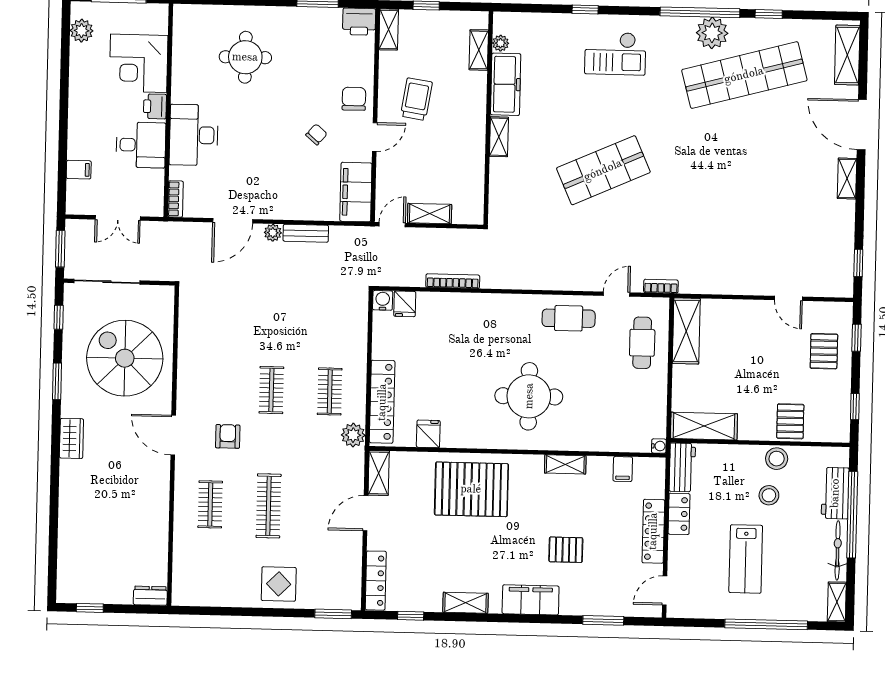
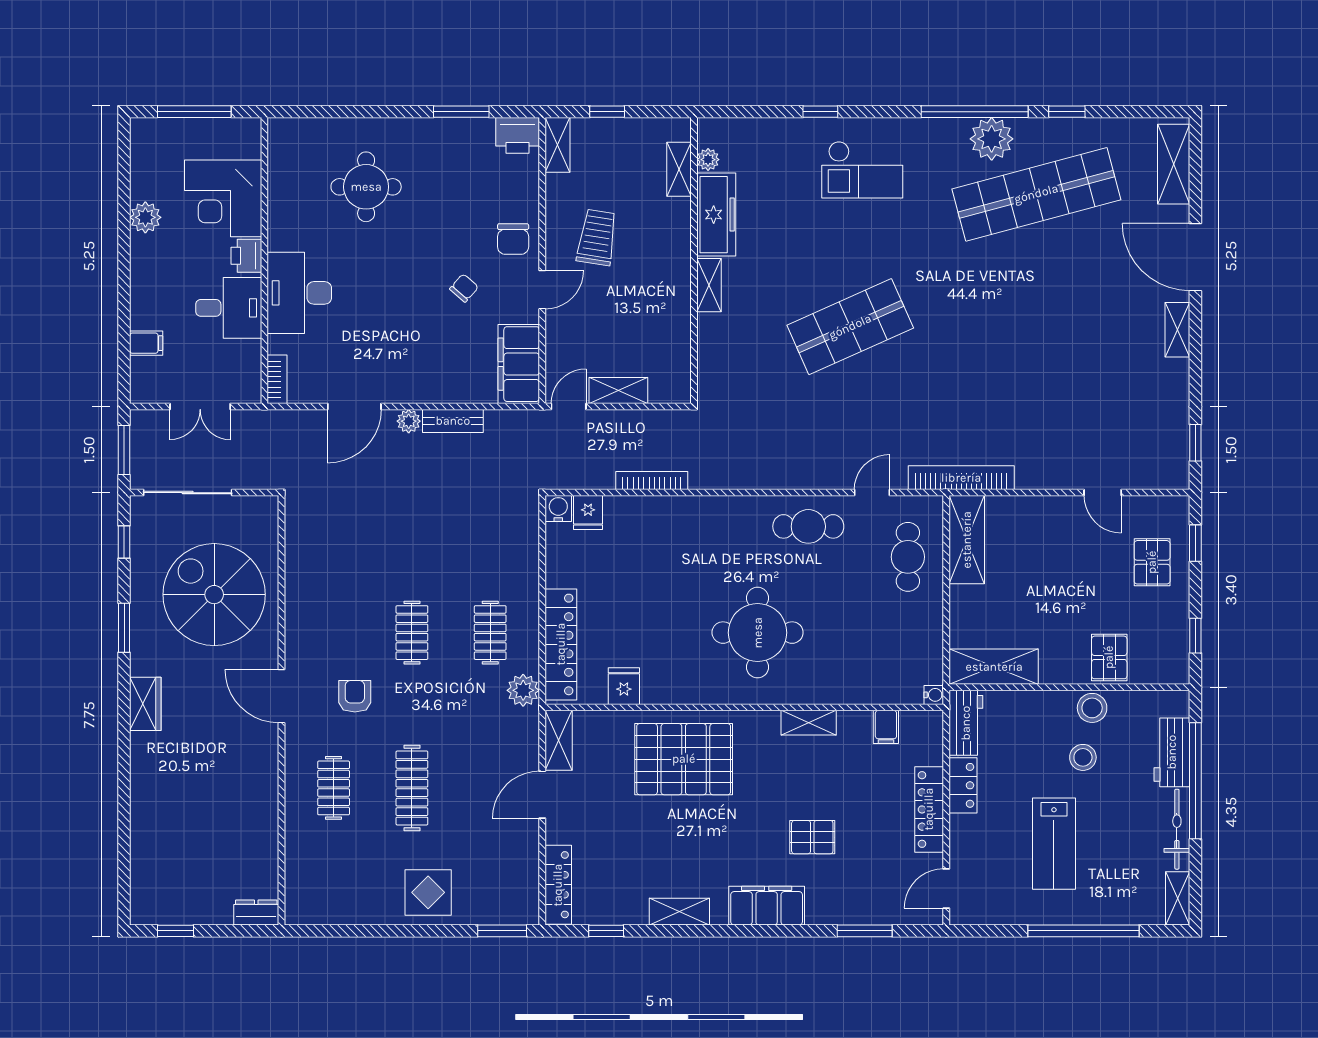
plant: (82, 31) -> (145, 217), moved
chair: (354, 99) -> (513, 239), turned 180
bookcase: (661, 286) -> (961, 478), width x2.31, depth x1.31

